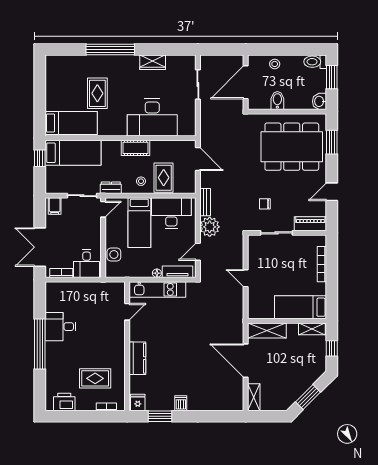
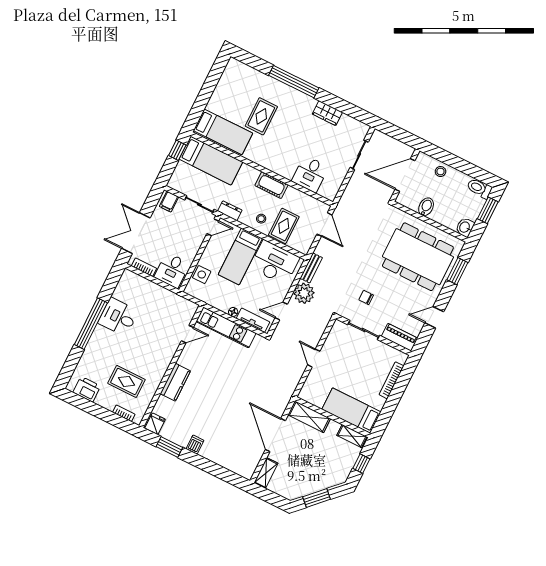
desk: (152, 118) -> (310, 174), width x0.53, depth x0.77

